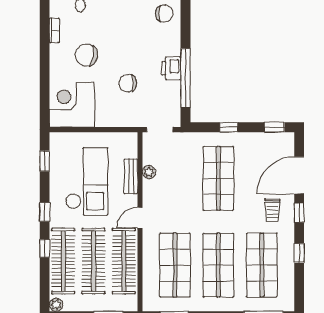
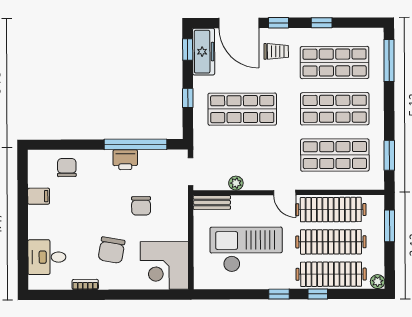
freezer: (272, 142) -> (204, 52), added
window: (45, 161) -> (224, 294), removed
bench: (131, 176) -> (212, 202), moved

